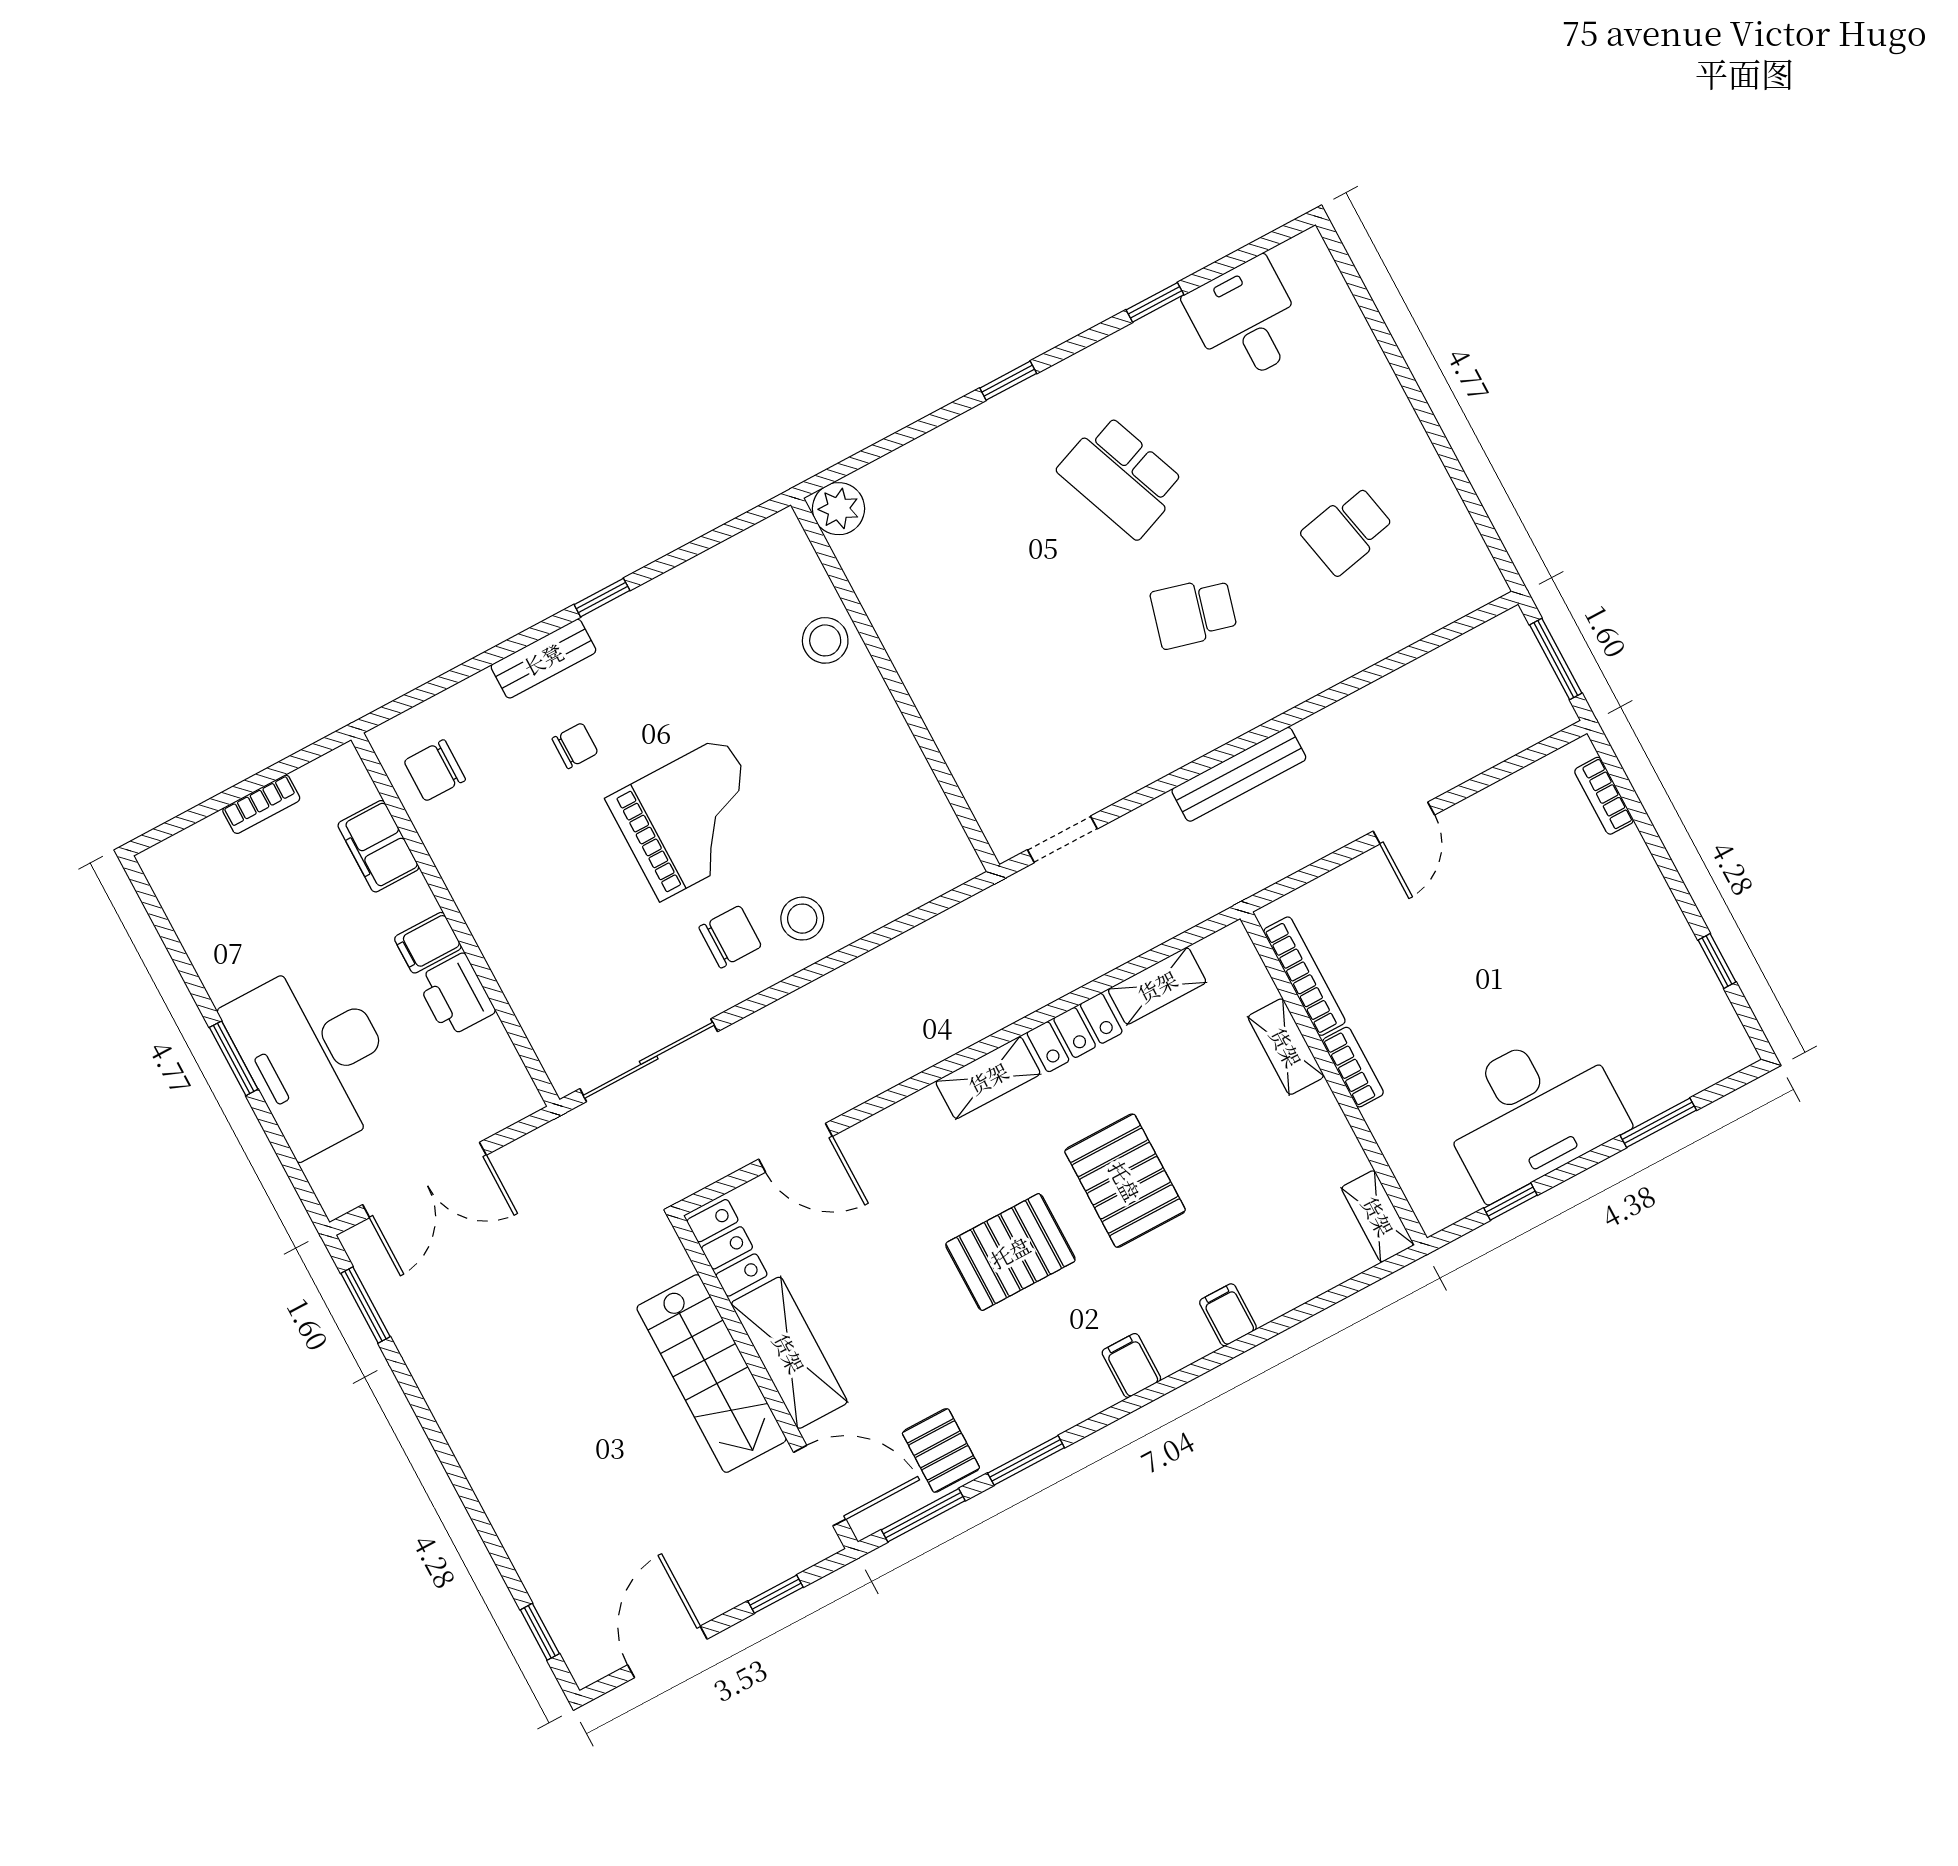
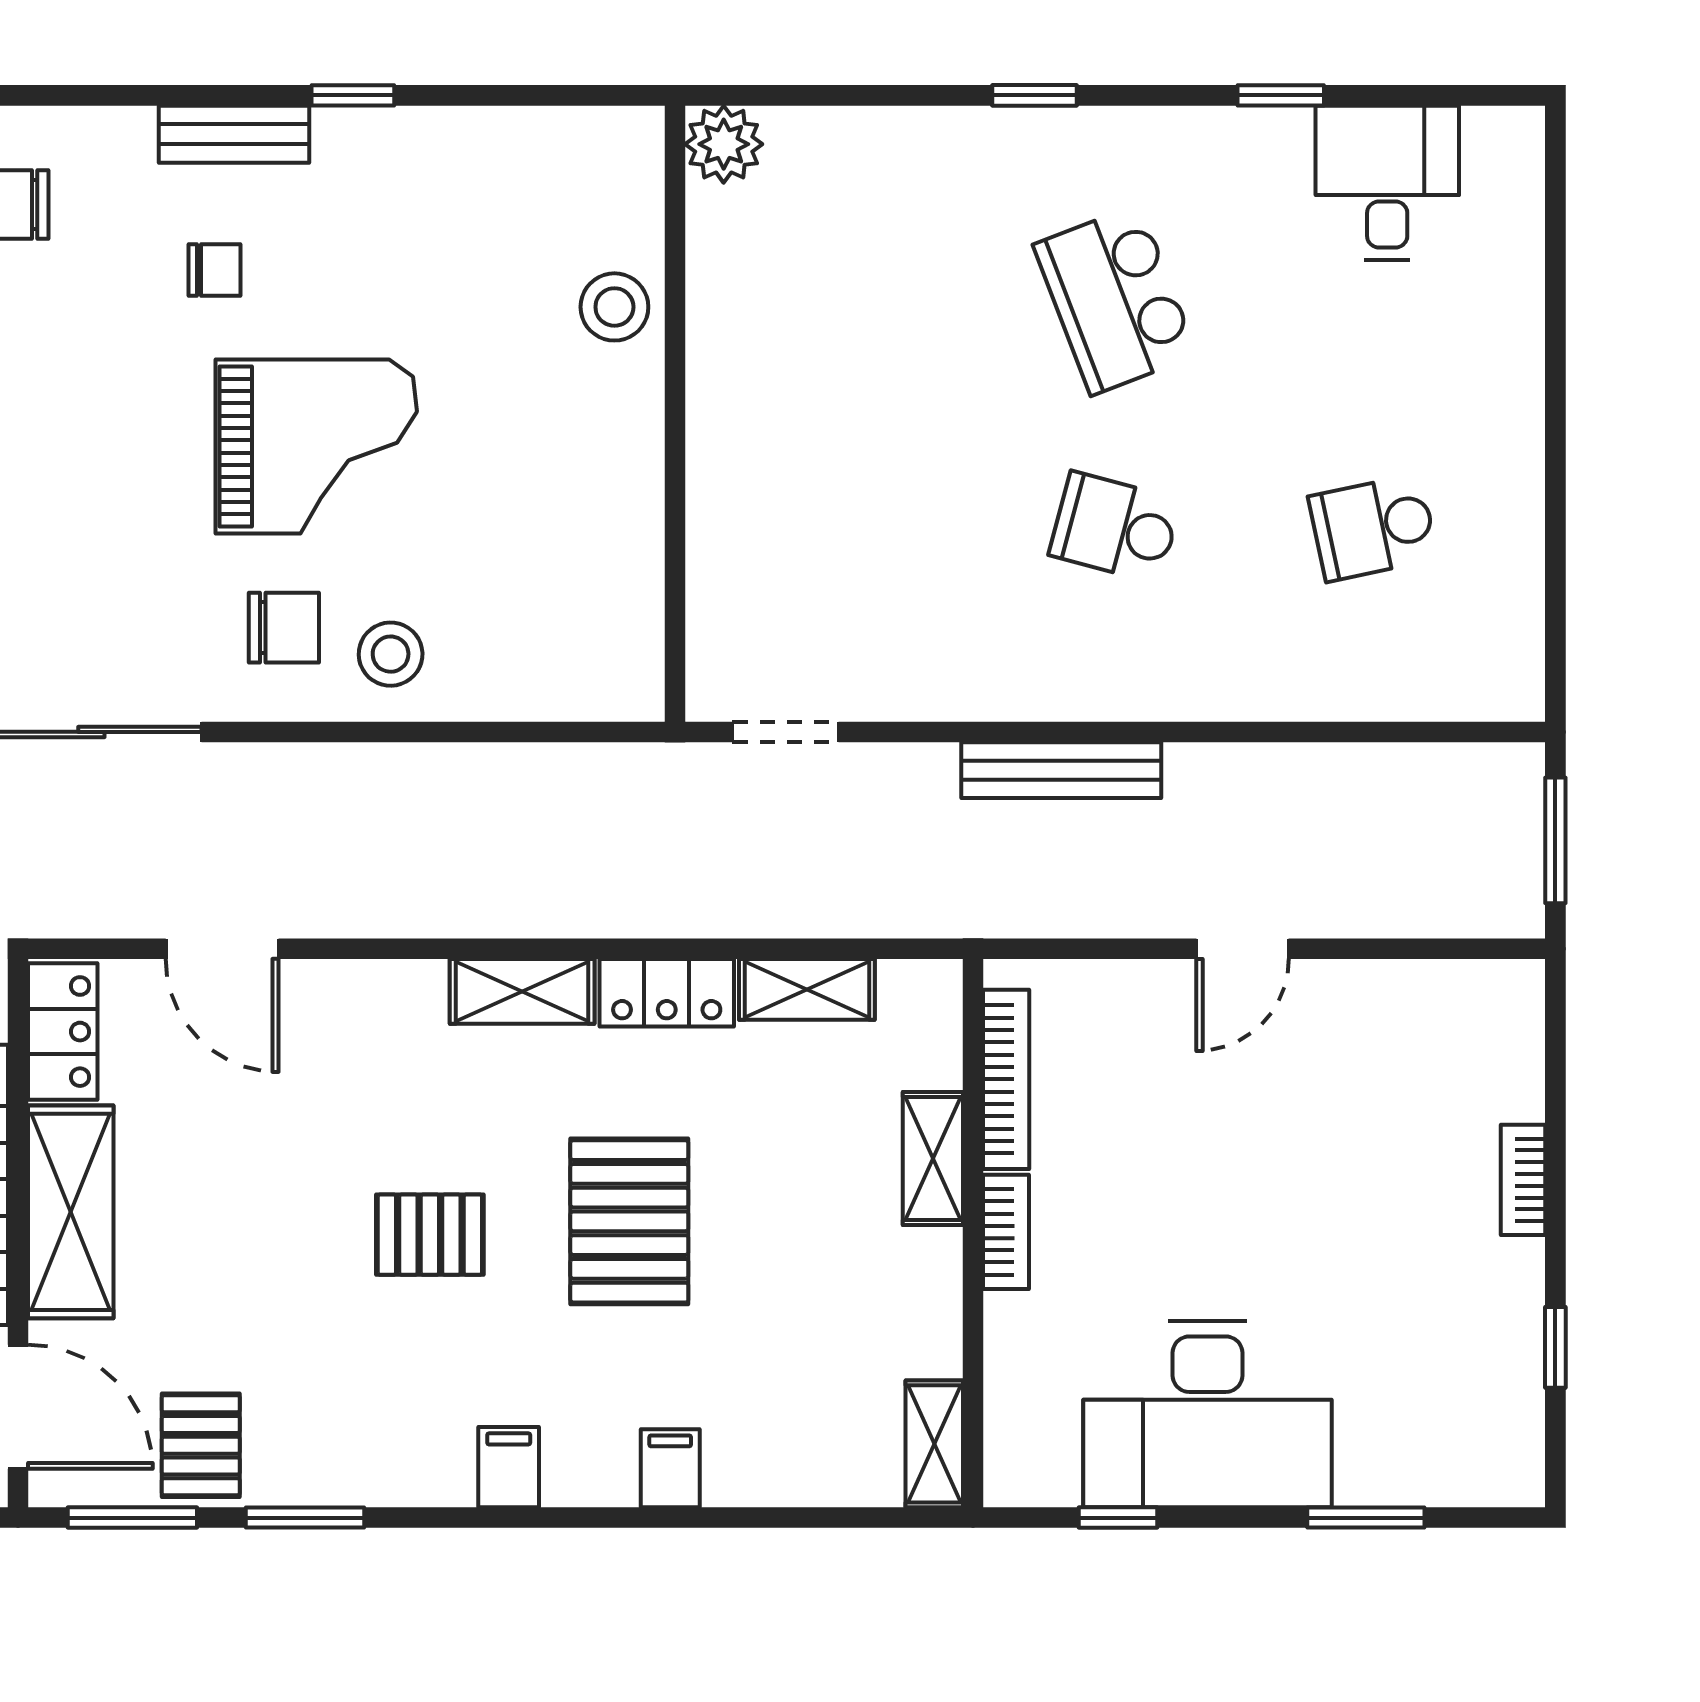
bookcase: (1604, 796) -> (1523, 1180), moved
pallet: (1010, 1252) -> (430, 1235), width x0.67, depth x0.71

